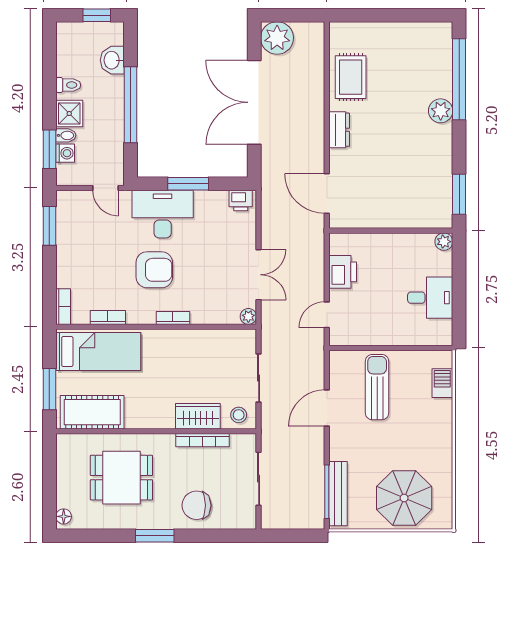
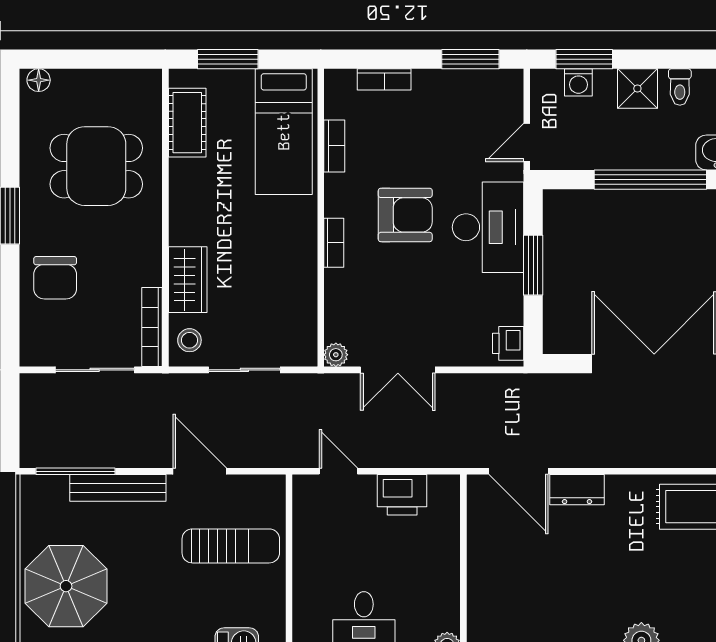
dresser: (339, 130) -> (577, 490), moved
bidet: (66, 135) -> (605, 84), removed
door: (327, 194) -> (519, 471), swing flipped
armchair: (154, 270) -> (405, 215), turned -90
bookcase: (63, 307) -> (384, 79), moved
cot: (92, 412) -> (187, 123), width x0.73, depth x0.75
bookcase: (202, 440) -> (152, 327), moved
dining table: (121, 478) -> (96, 166), turned 90
bench: (338, 494) -> (118, 488), moved
chair: (197, 505) -> (55, 278), turned 180

